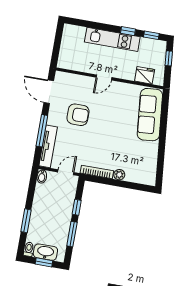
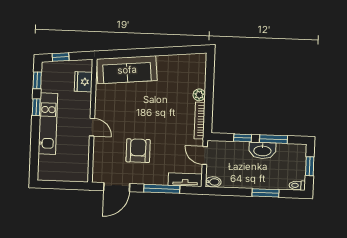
tv unit: (48, 146) -> (185, 180), width x0.71
washbasin: (45, 252) -> (262, 150), moved, turned -90

